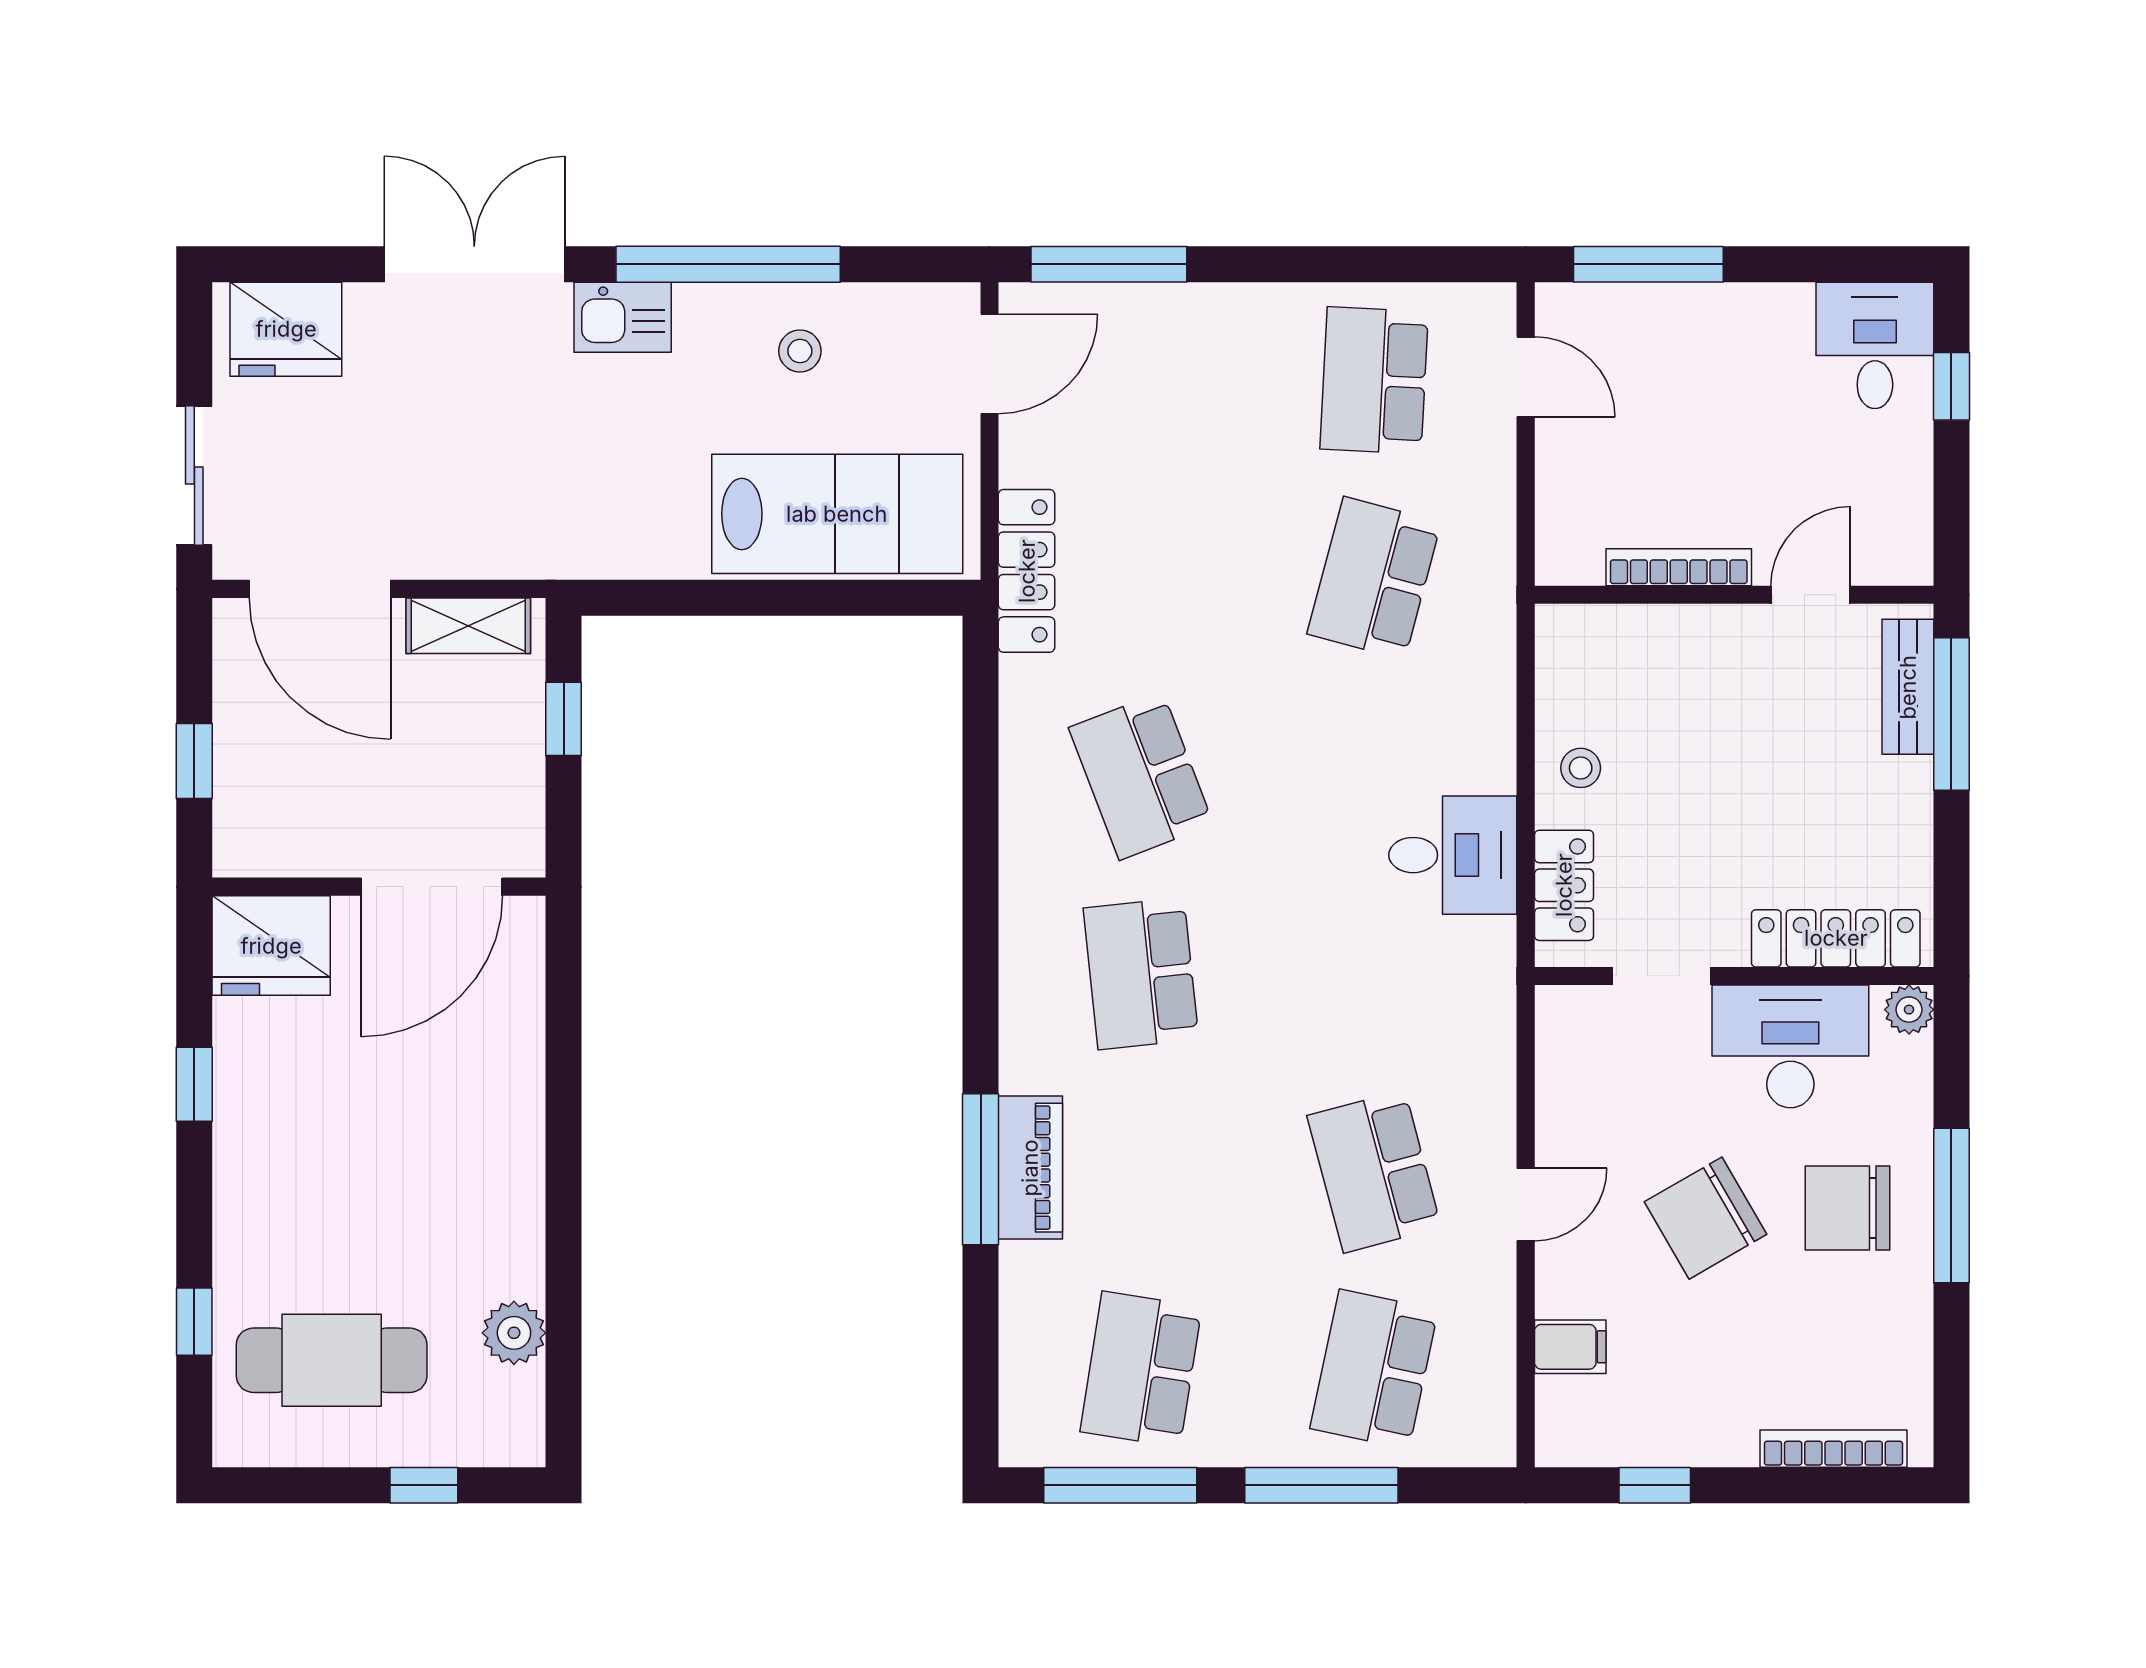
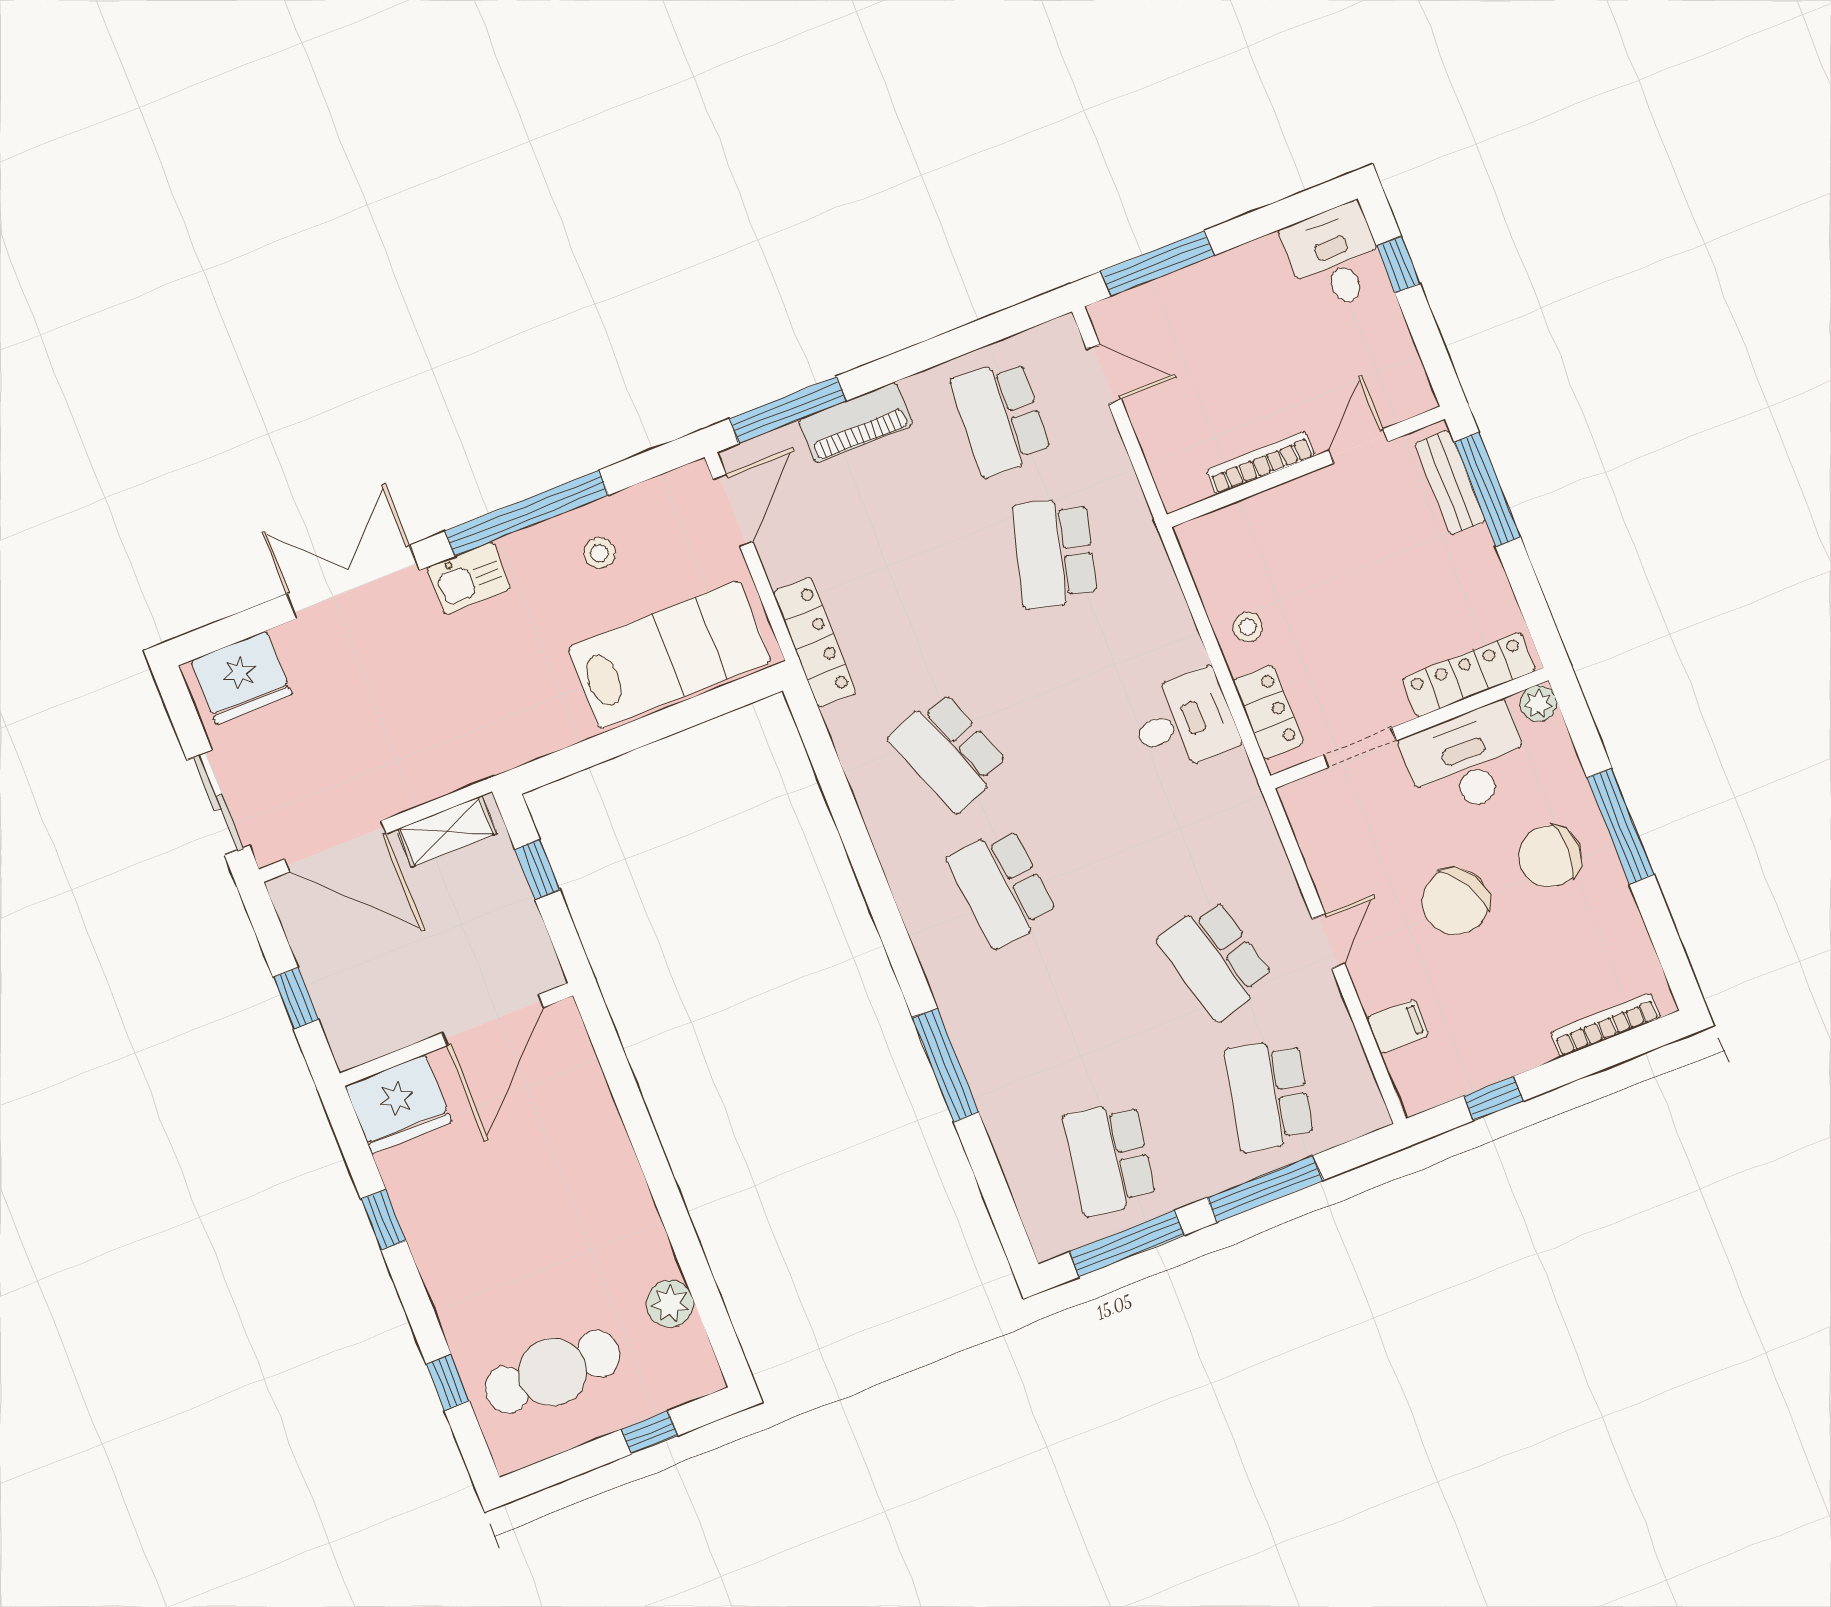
piano: (1030, 1168) -> (856, 422), moved, turned 90

